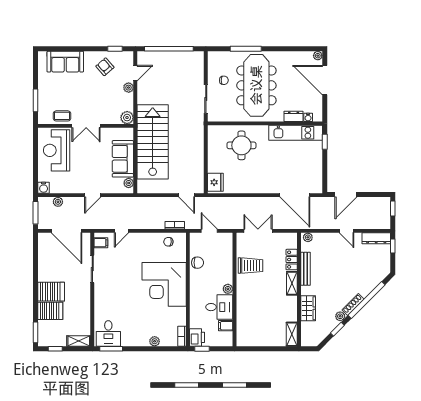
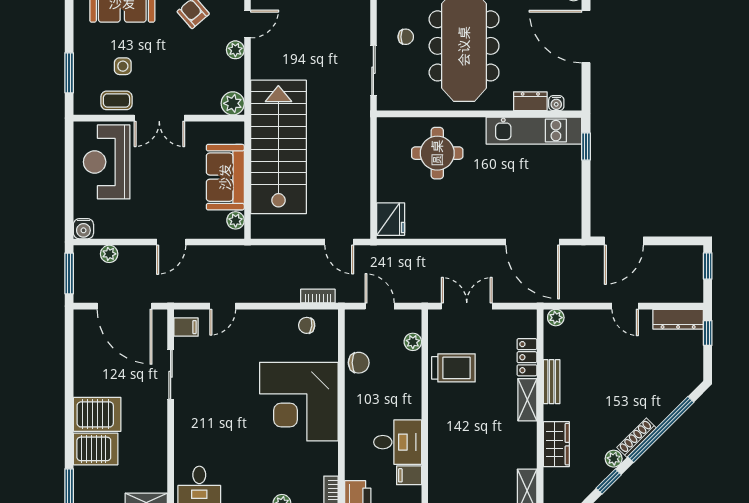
side table: (66, 97) -> (123, 66), added
bench: (305, 269) -> (552, 382), width x0.73
plant: (228, 289) -> (413, 342), moved

